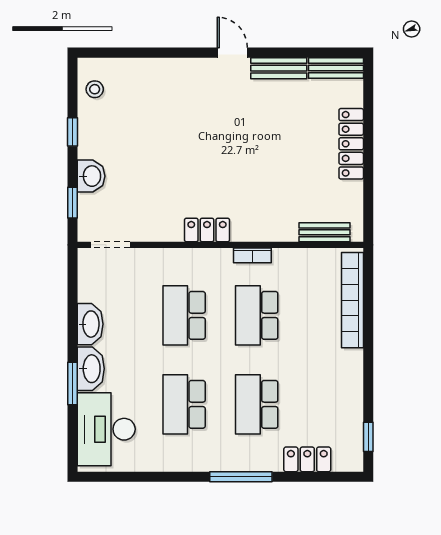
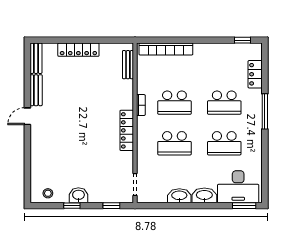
washbasin: (91, 176) -> (78, 195), moved
locker: (207, 230) -> (127, 130), width x1.53
window: (73, 383) -> (244, 206), moved

